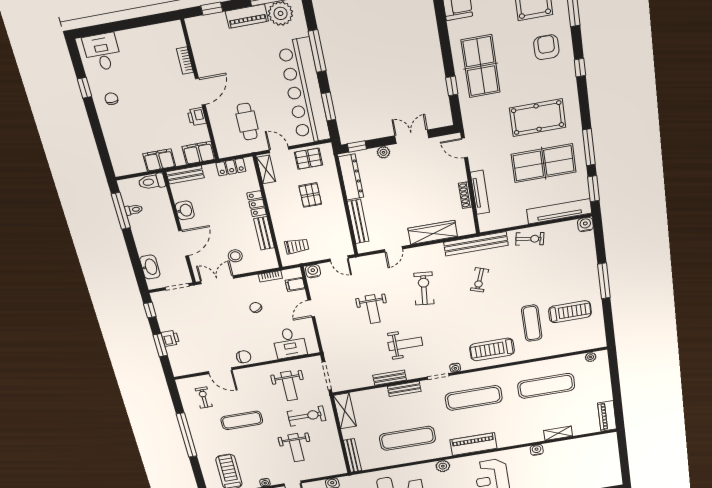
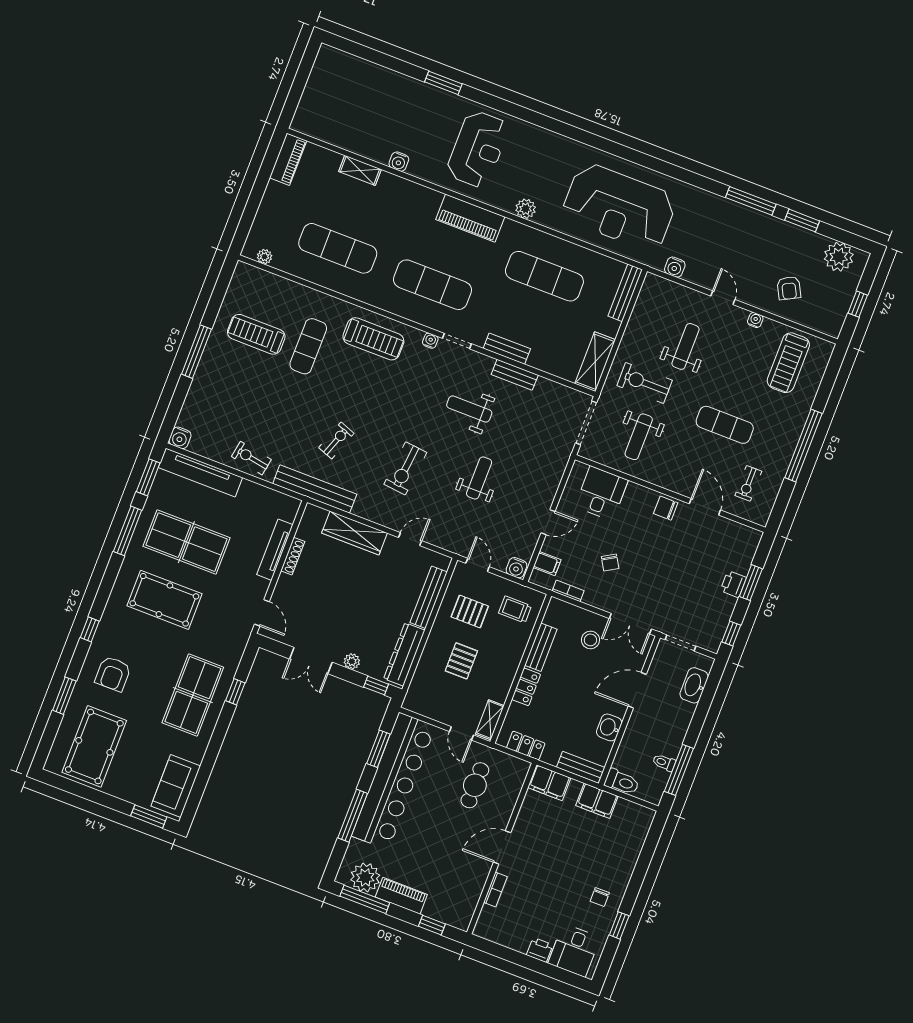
printer: (197, 117) -> (540, 950), moved, turned -90
pallet: (308, 159) -> (470, 611), moved
weight bench: (289, 386) -> (639, 437), turned 180

